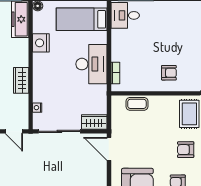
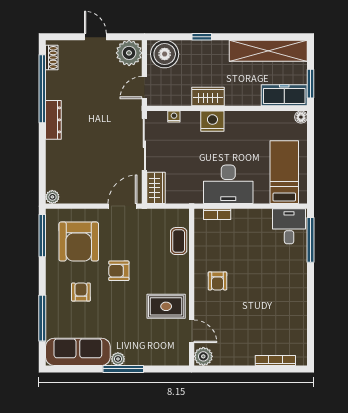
nightstand: (41, 43) -> (212, 121), moved
armchair: (186, 150) -> (119, 271), moved, turned -90

